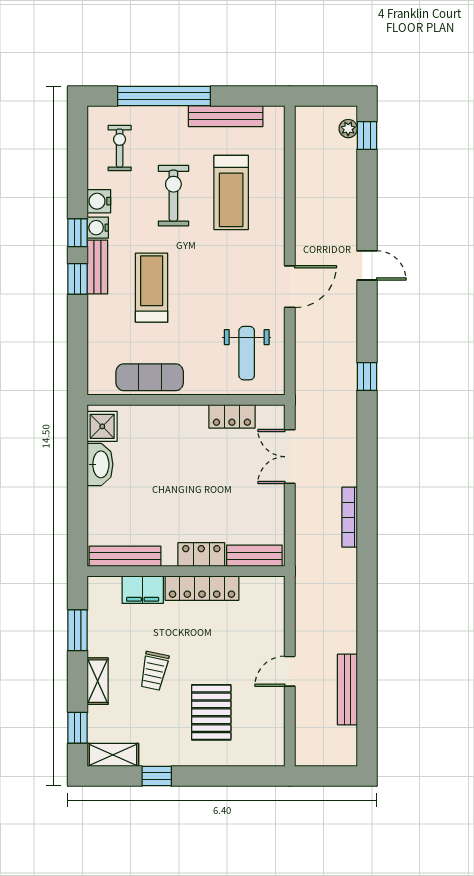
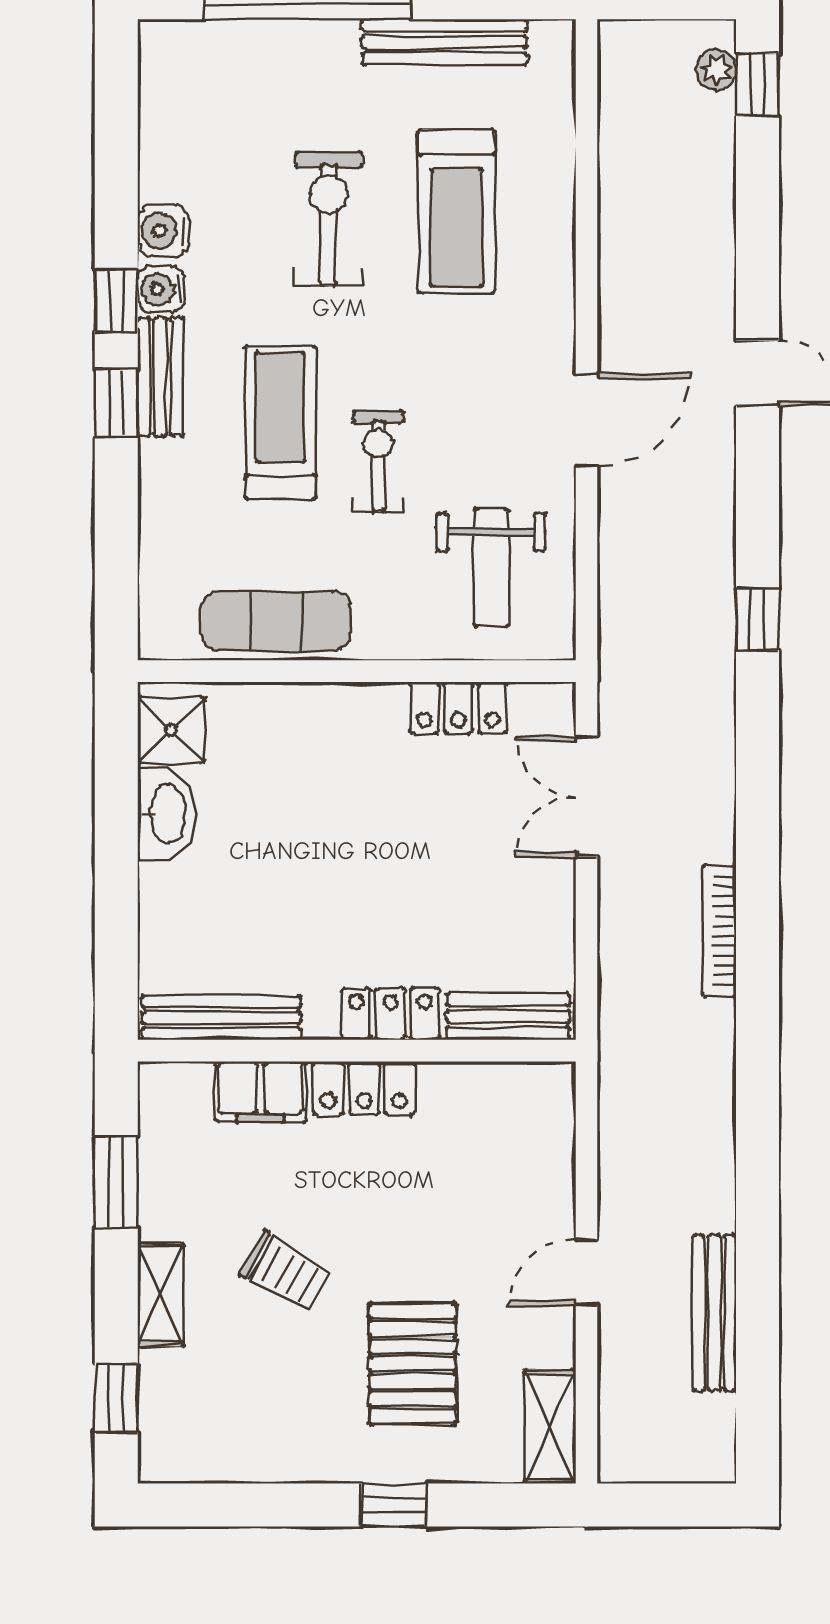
exercise bike: (120, 148) -> (378, 461), moved
locker: (202, 588) -> (364, 1088), width x0.66
trolley: (154, 671) -> (286, 1272), turned -73
shelving: (113, 755) -> (550, 1427), moved, turned 90
window: (157, 776) -> (394, 1505), moved

